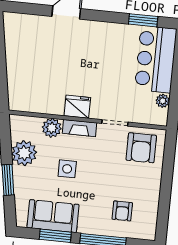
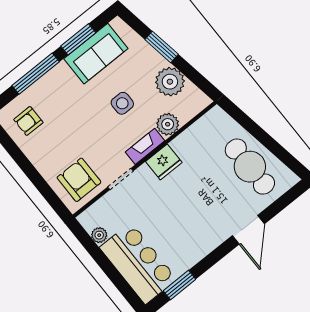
cafe table: (26, 51) -> (250, 167), added
armchair: (122, 211) -> (28, 121), moved, turned -90

